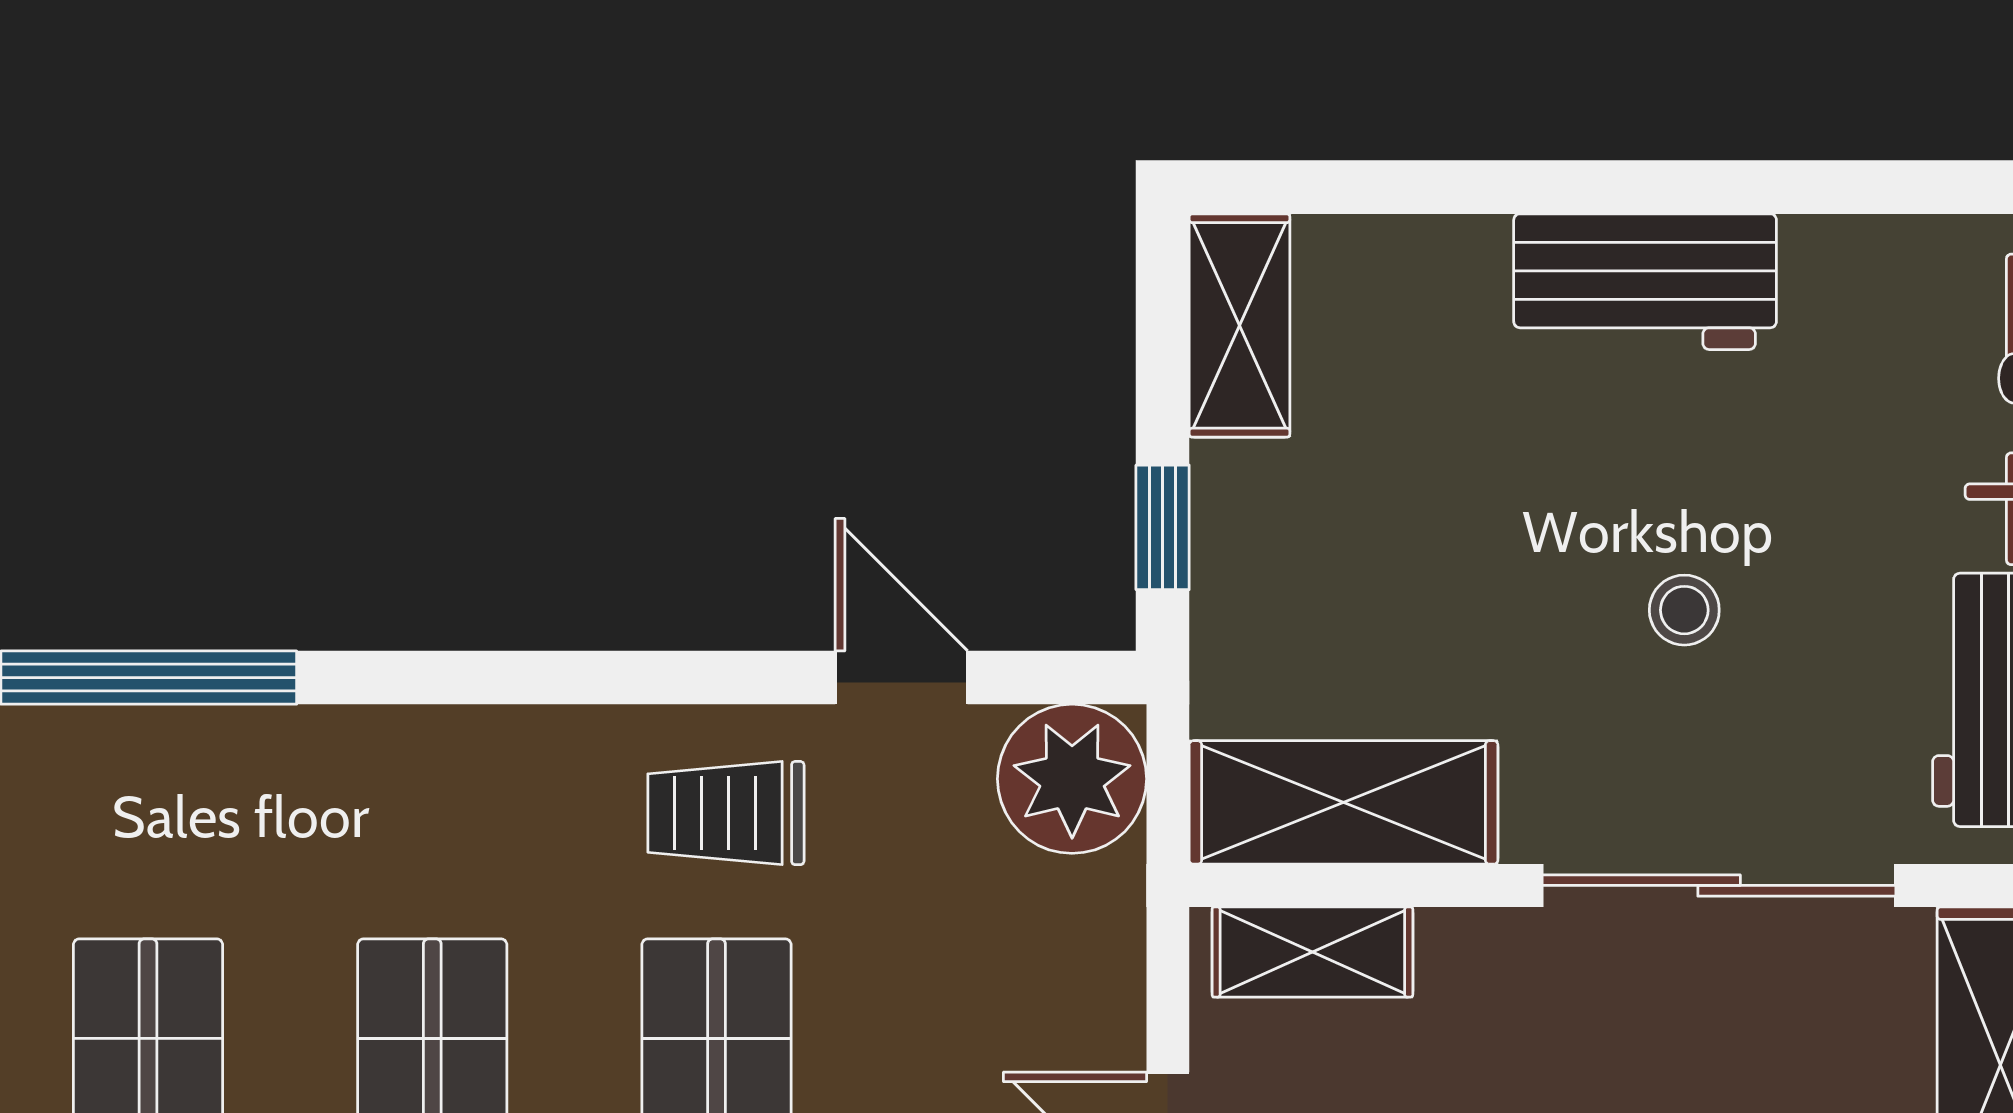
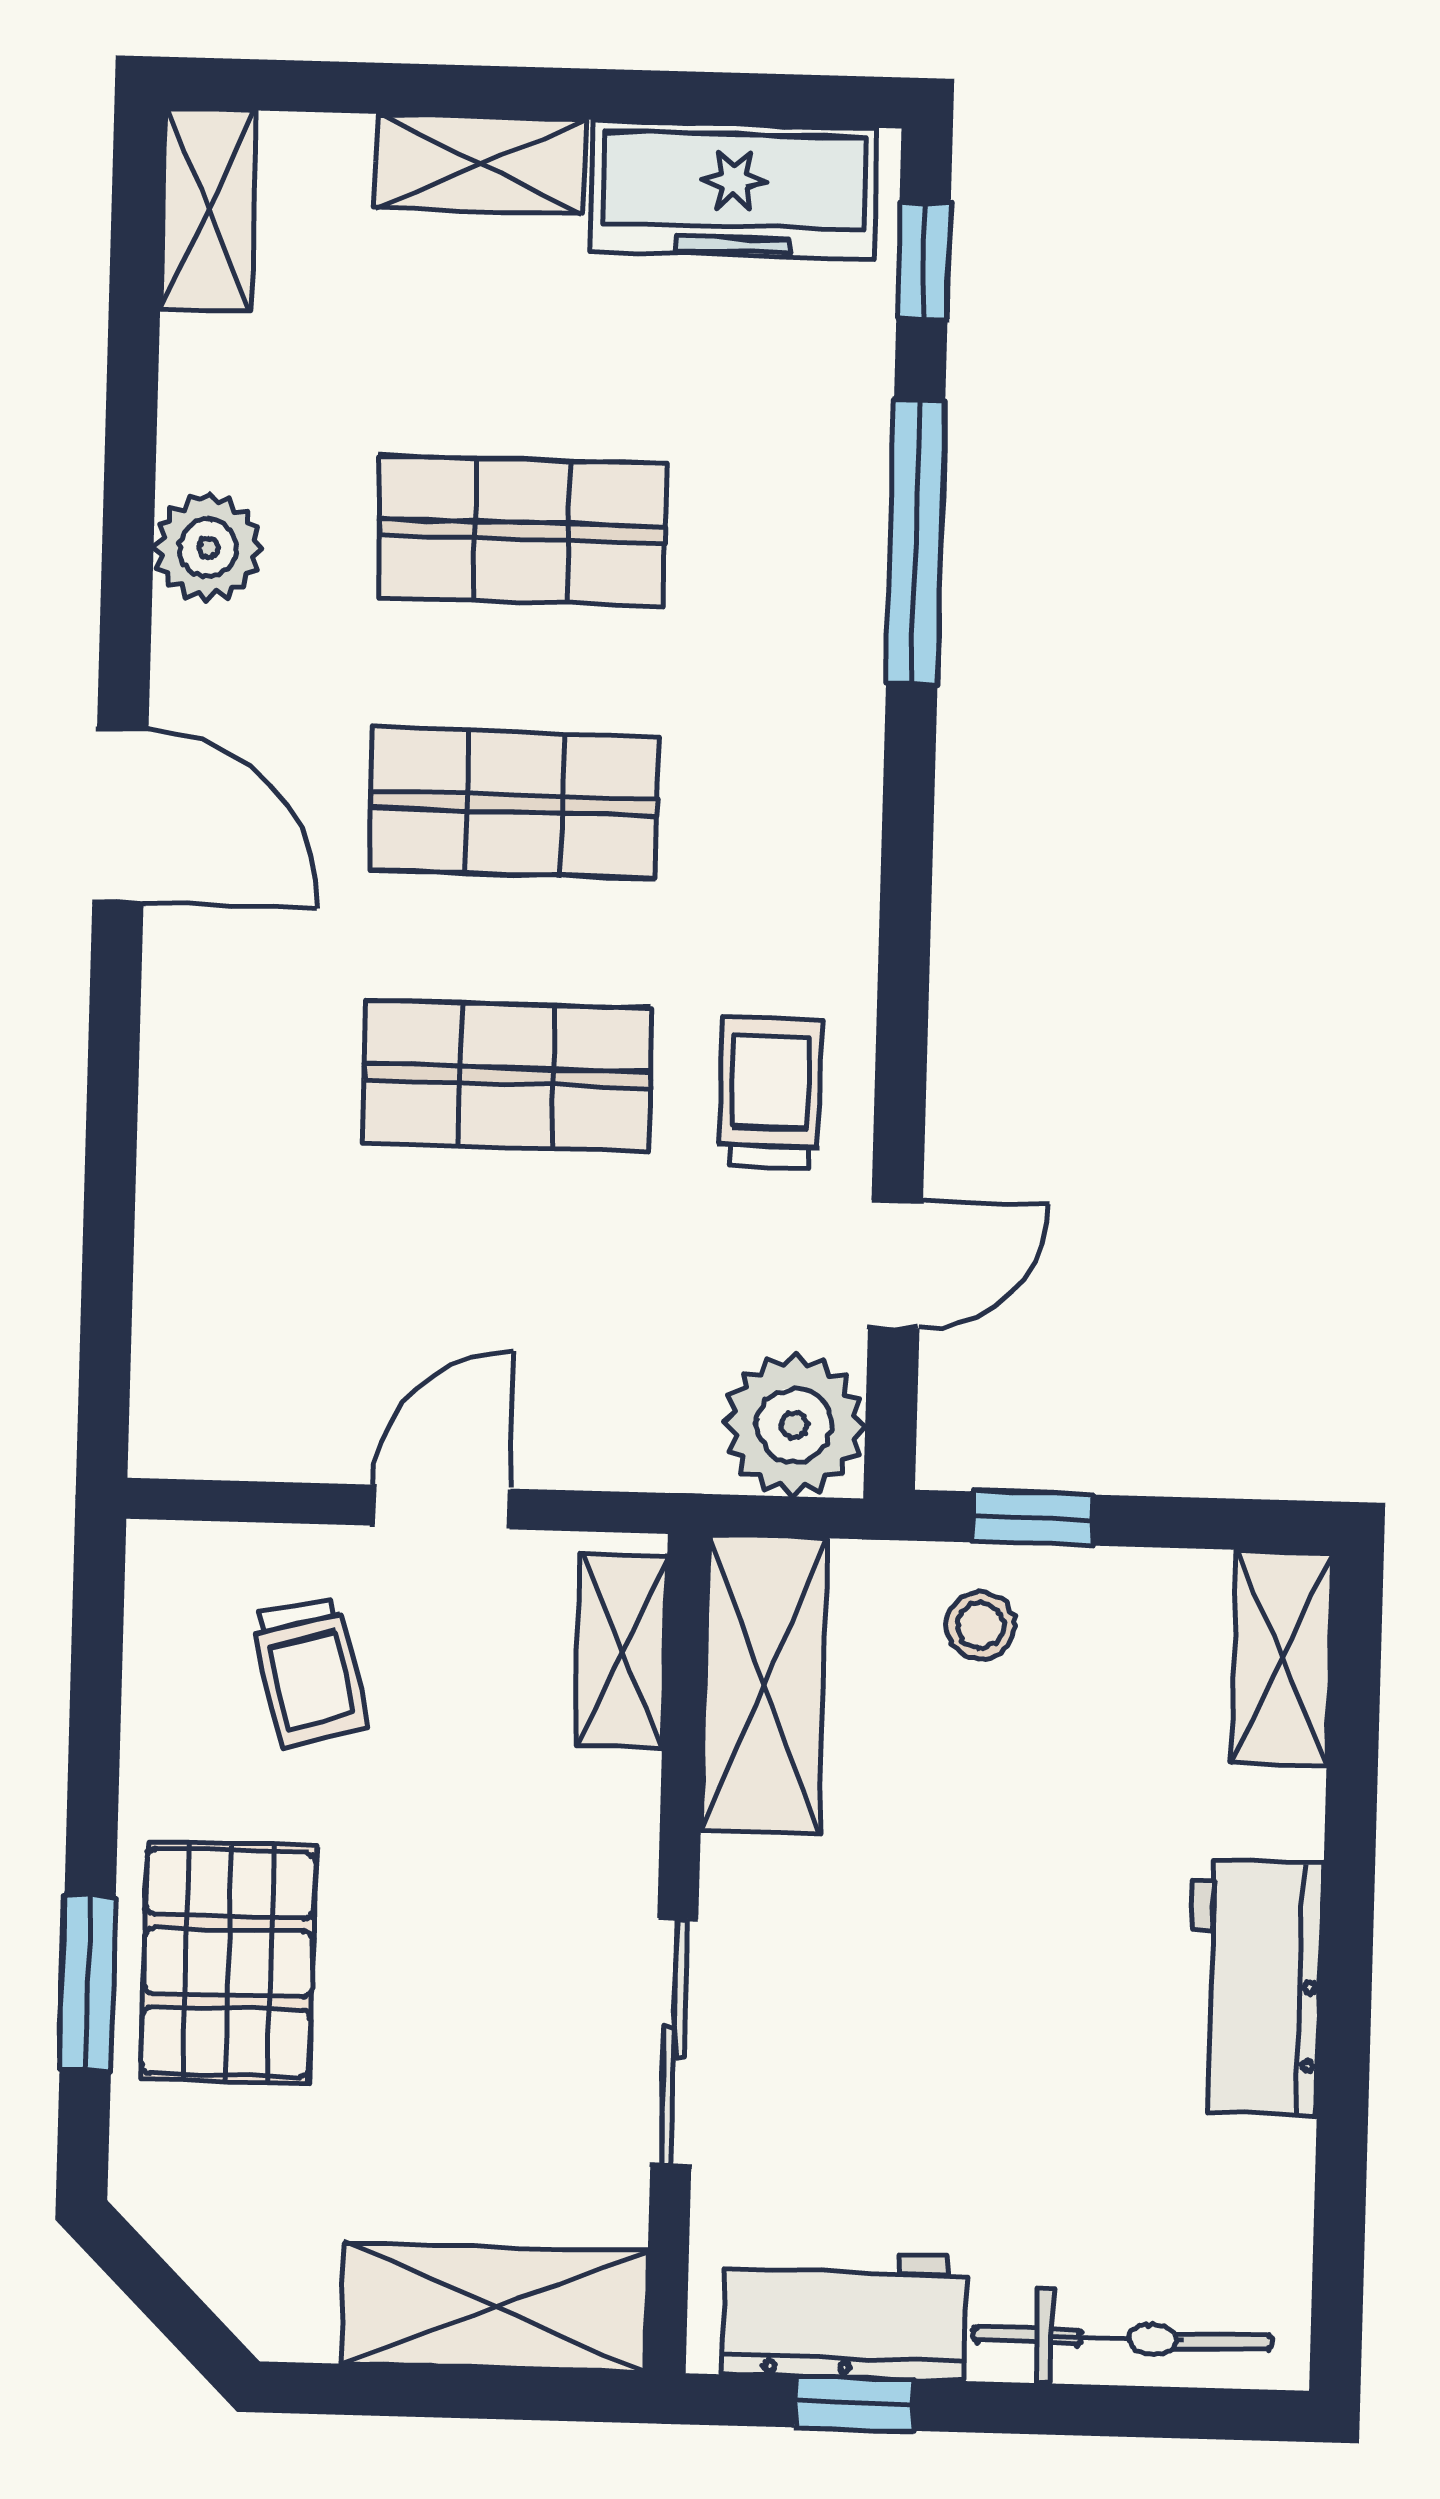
shelving: (1240, 325) -> (1281, 1658), moved, turned 90
stool: (1684, 610) -> (980, 1626), moved
sliding door: (1719, 885) -> (674, 2042), width x0.73

